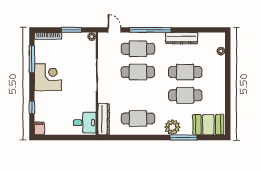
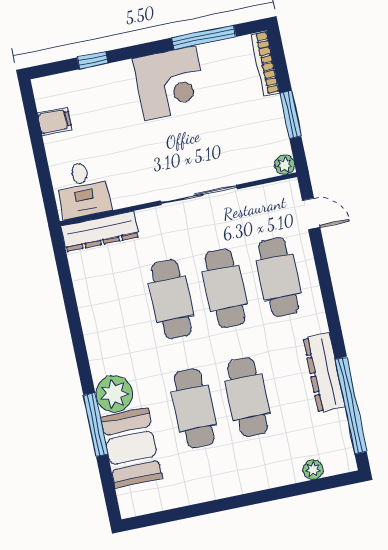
door: (114, 30) -> (311, 214), hinge flipped
window: (150, 30) -> (351, 405), moved
cafe table: (138, 119) -> (171, 299), moved
booth: (208, 125) -> (131, 448), moved
filing cabinet: (39, 128) -> (55, 121), moved

